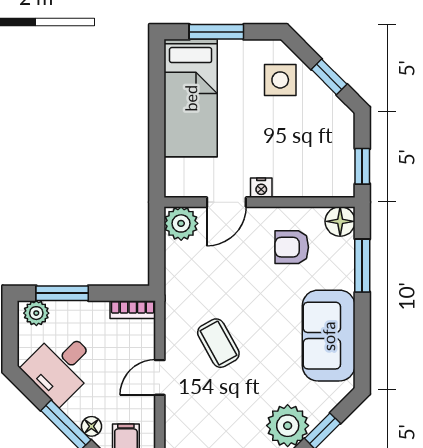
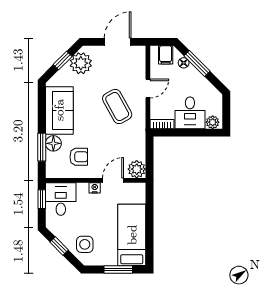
desk: (326, 166) -> (61, 199), added
floor lamp: (340, 221) -> (53, 143), moved
window: (62, 293) -> (199, 133), removed
coffee table: (218, 343) -> (117, 107), width x1.36, depth x1.30
desk: (61, 367) -> (190, 113), moved, turned 135

